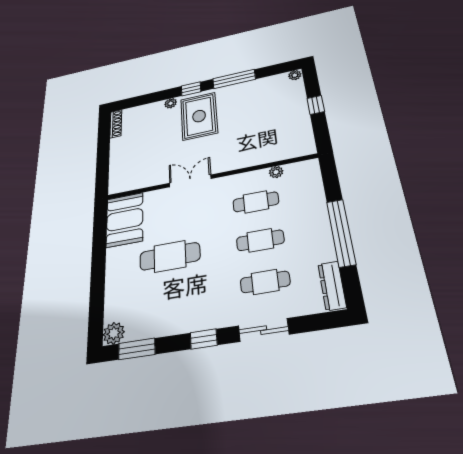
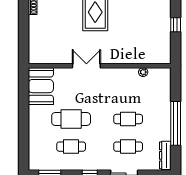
cafe table: (256, 202) -> (71, 147), moved
plant: (114, 333) -> (35, 164), removed

